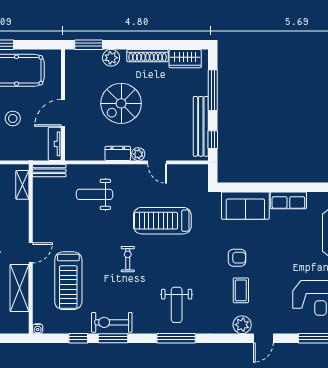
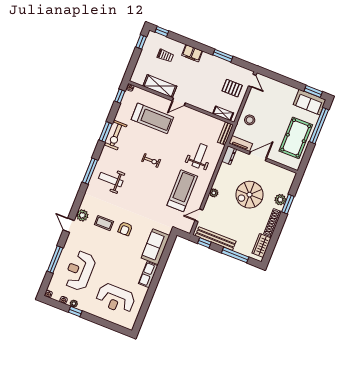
window: (89, 45) -> (288, 204), moved
spiral stairs: (121, 103) -> (249, 195), turned -90
door: (63, 113) -> (258, 156), hinge flipped
stool: (13, 118) -> (250, 120), moved
dresser: (118, 153) -> (229, 155), moved
door: (157, 162) -> (199, 215), moved
treadmill: (162, 221) -> (182, 191), moved
door: (31, 253) -> (179, 102), hinge flipped
treadmill: (68, 281) -> (152, 118), turned 180
exercise bike: (112, 322) -> (116, 135), turned 180
window: (78, 338) -> (120, 96), moved

